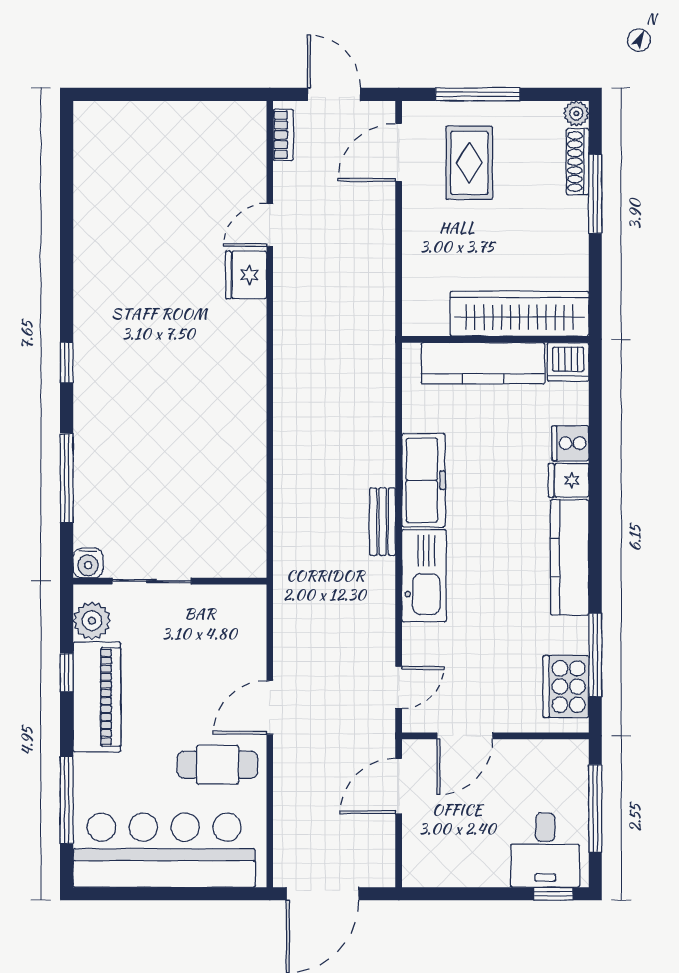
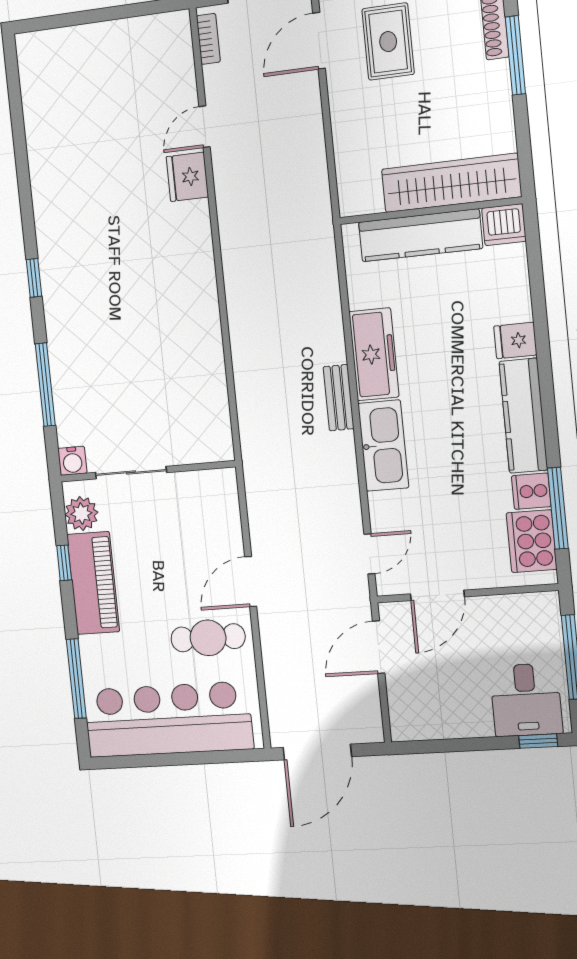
cooker: (570, 443) -> (531, 491), moved

